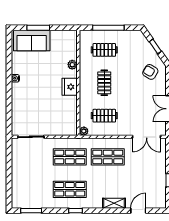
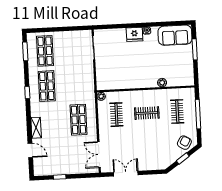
sofa: (32, 41) -> (175, 35), moved, turned -90
armchair: (150, 72) -> (184, 143), moved
fridge: (70, 87) -> (135, 34), moved, turned 180
shop shelf: (70, 157) -> (45, 51), moved

